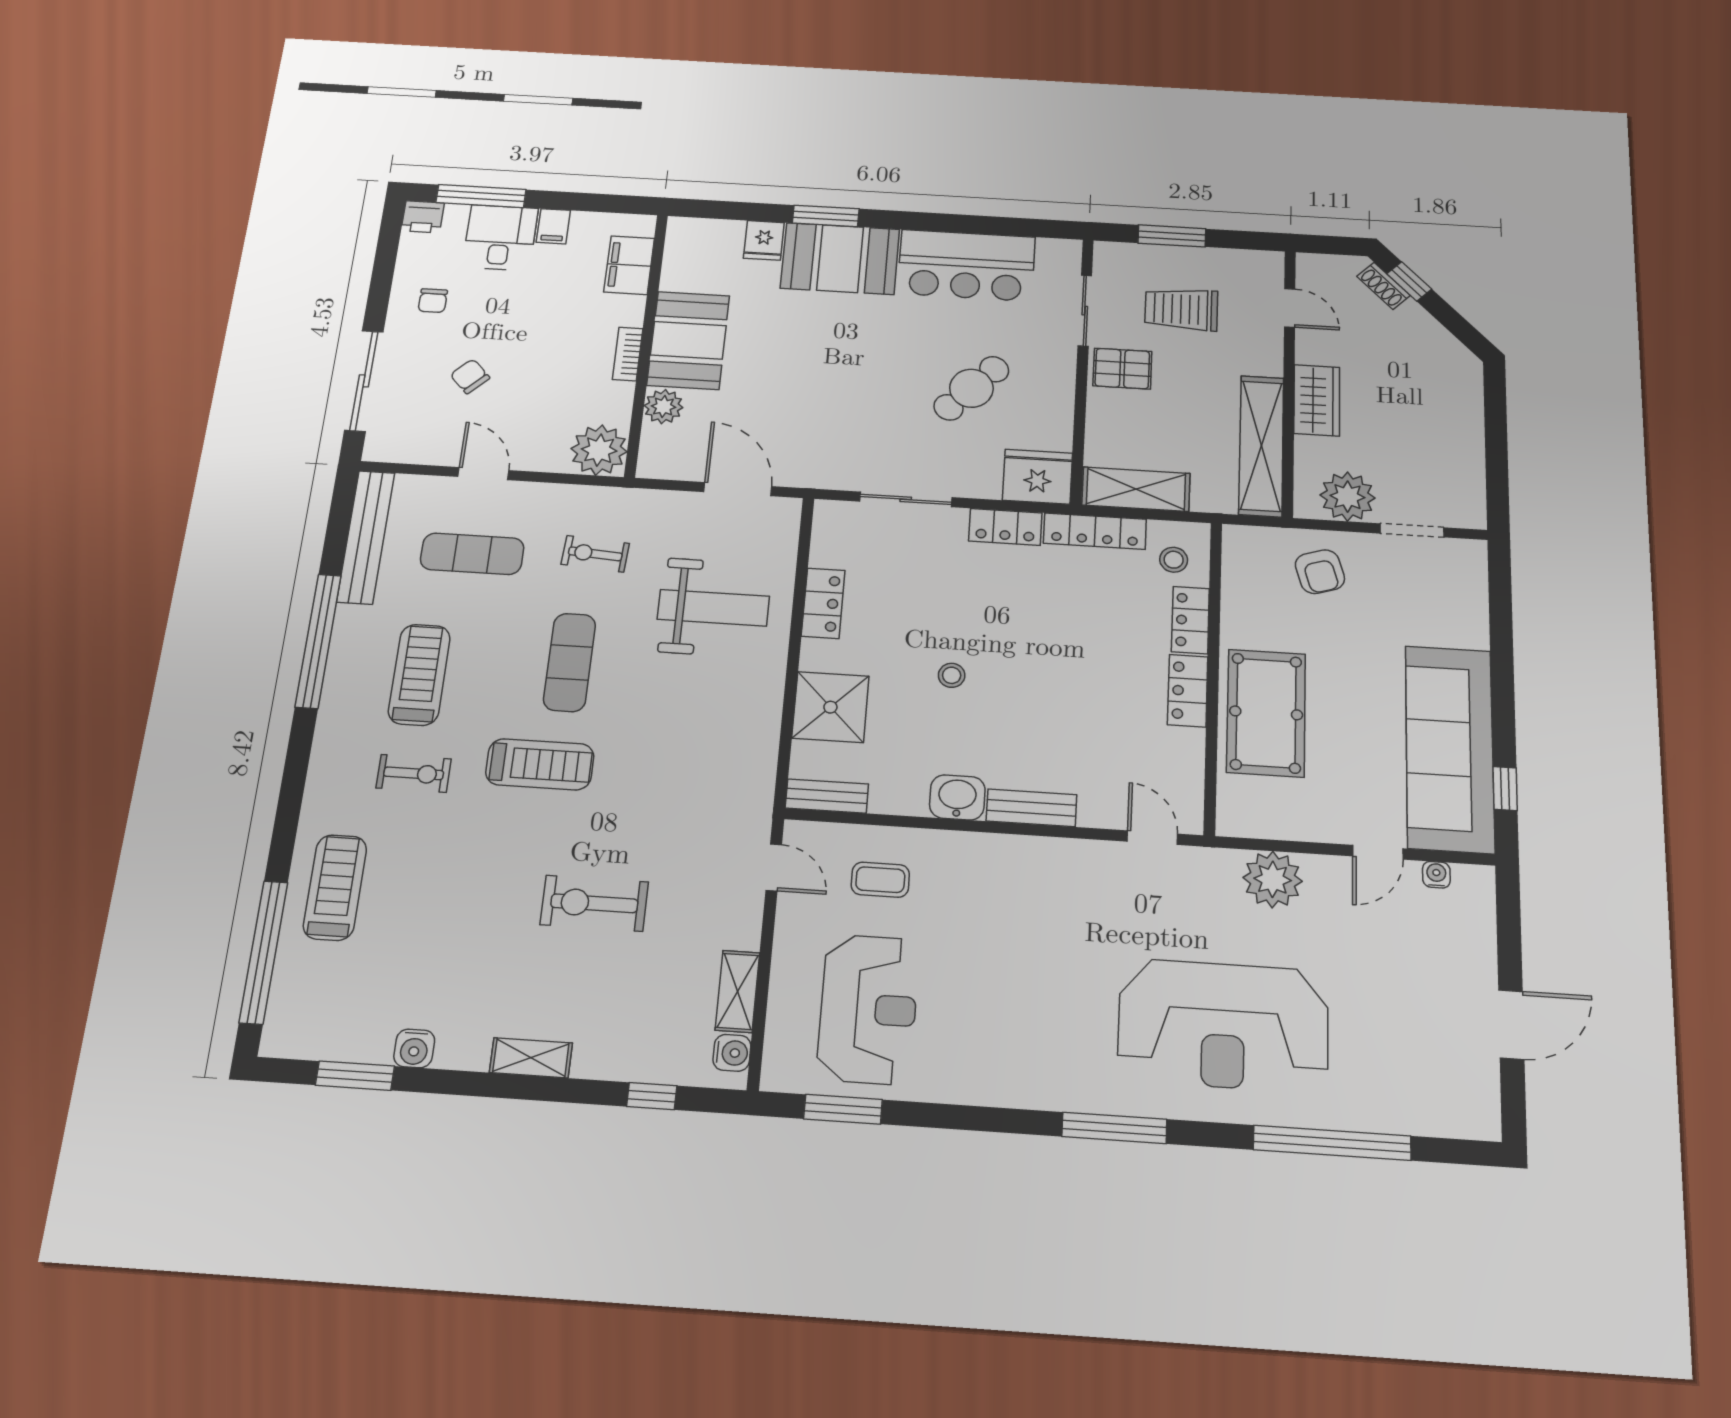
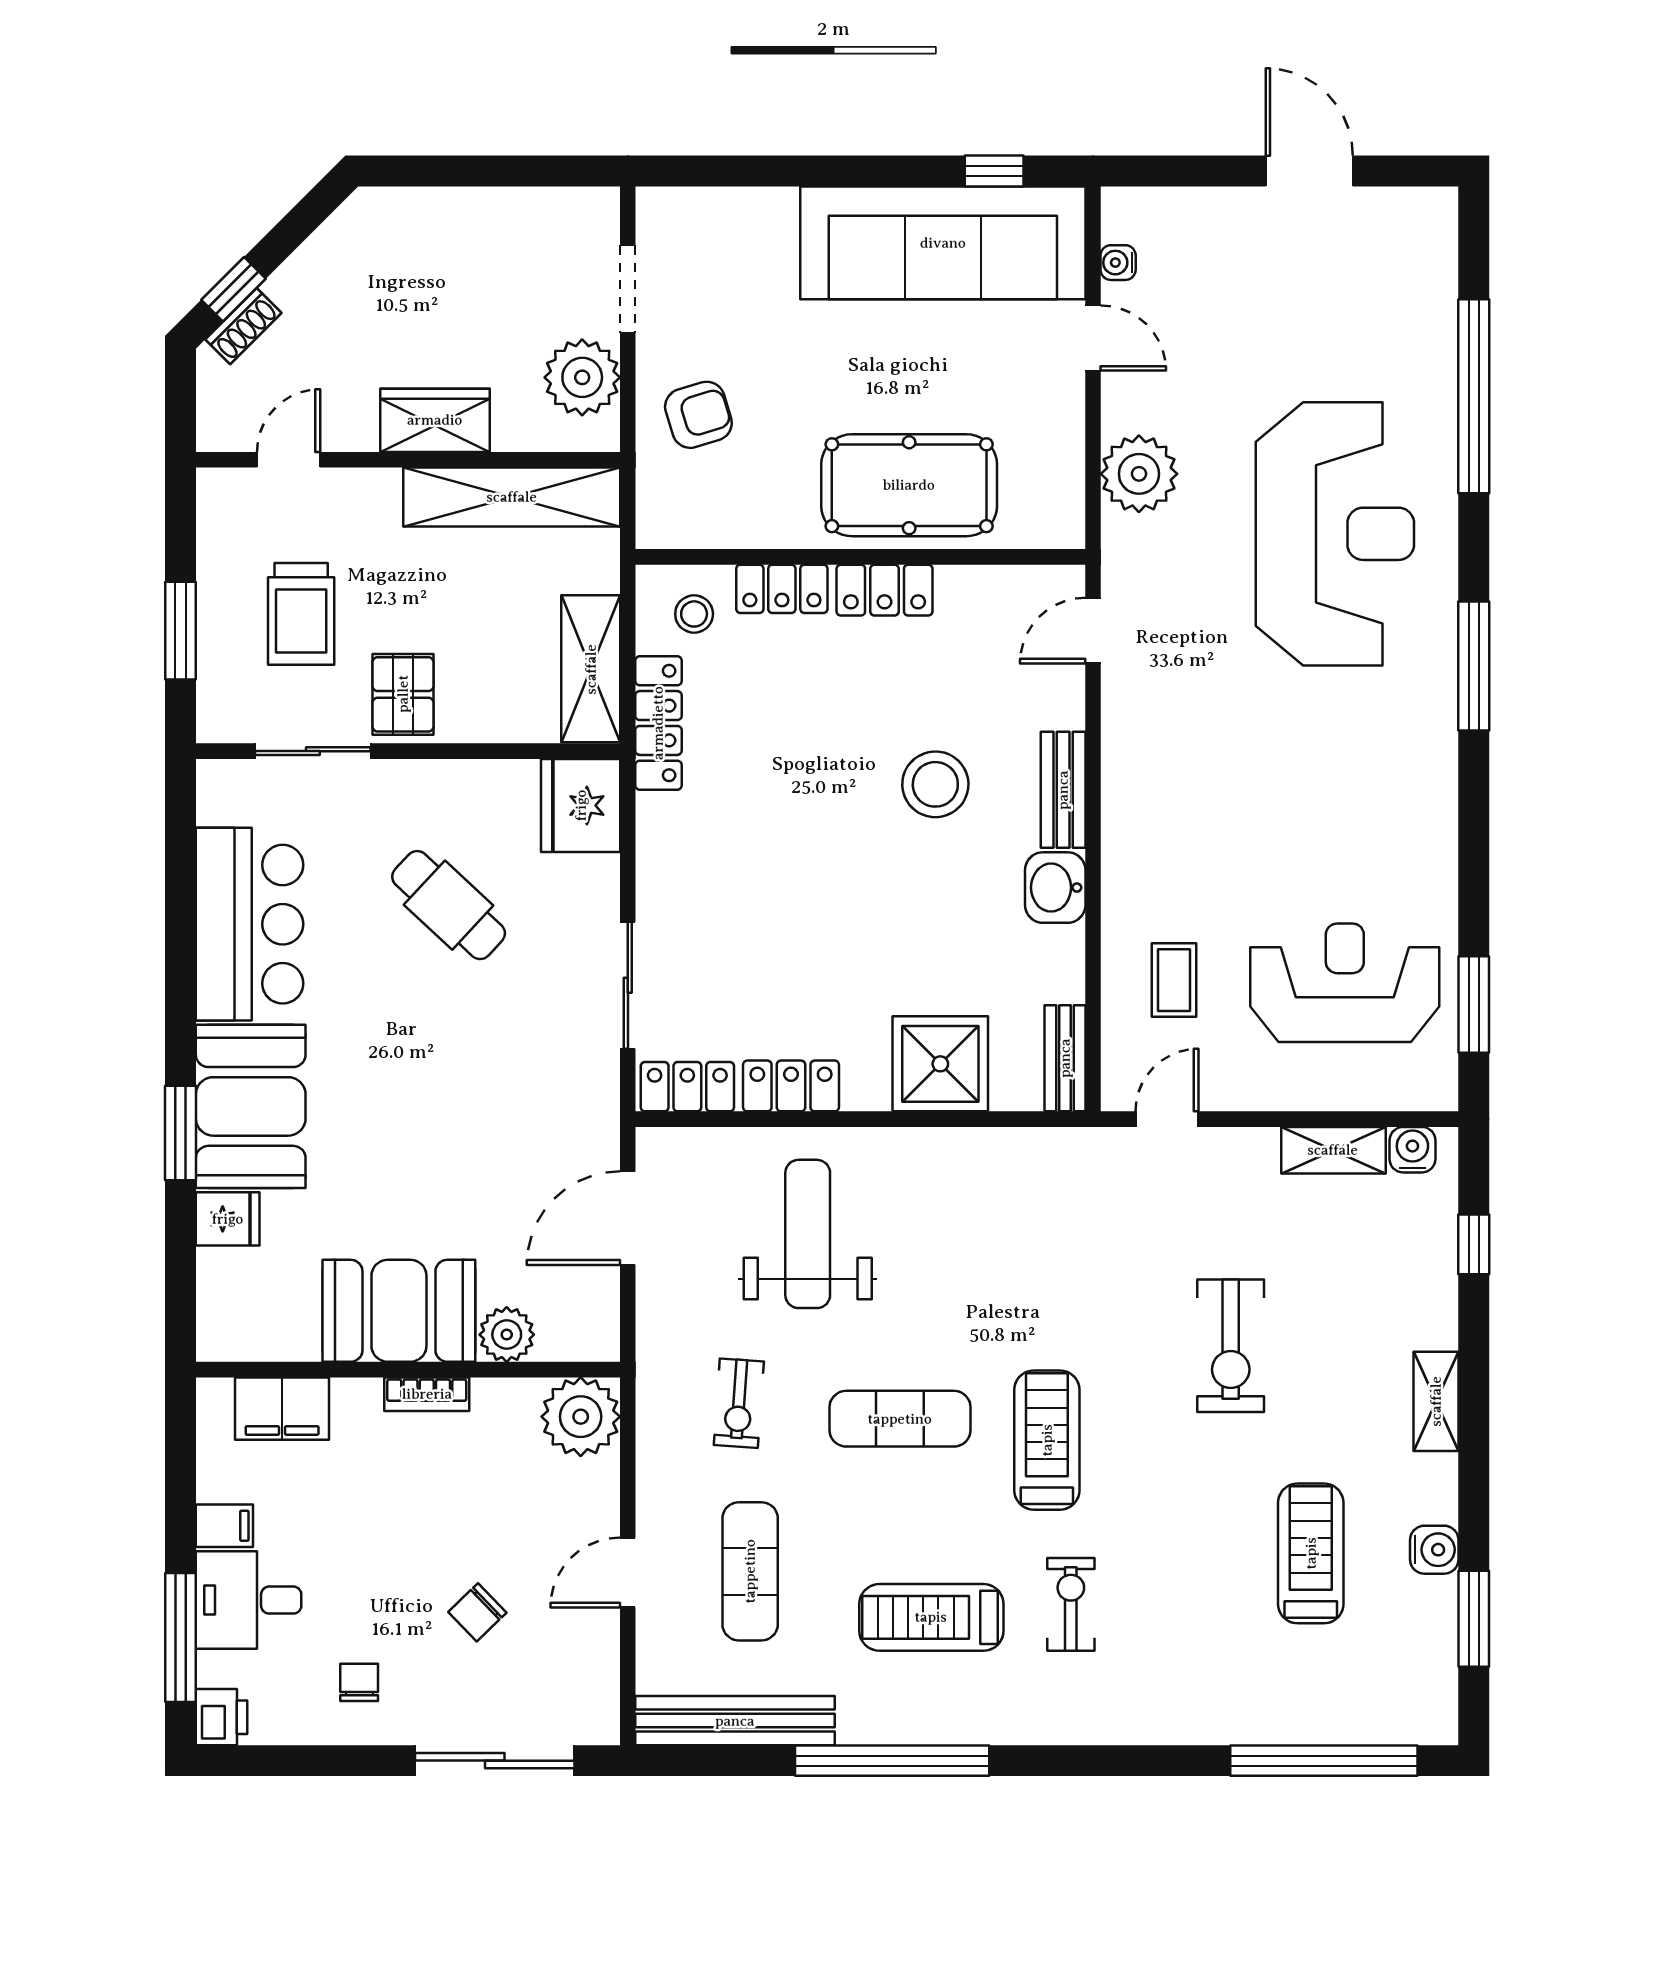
chair: (433, 301) -> (359, 1682), turned -90
locker: (1005, 527) -> (687, 1087), moved, turned -90
stool: (952, 675) -> (935, 784), moved, width x1.89, depth x1.89
treadmill: (335, 887) -> (1311, 1553), moved, turned 90

